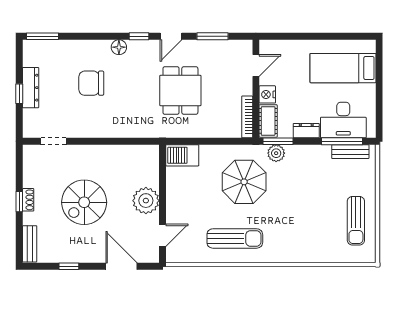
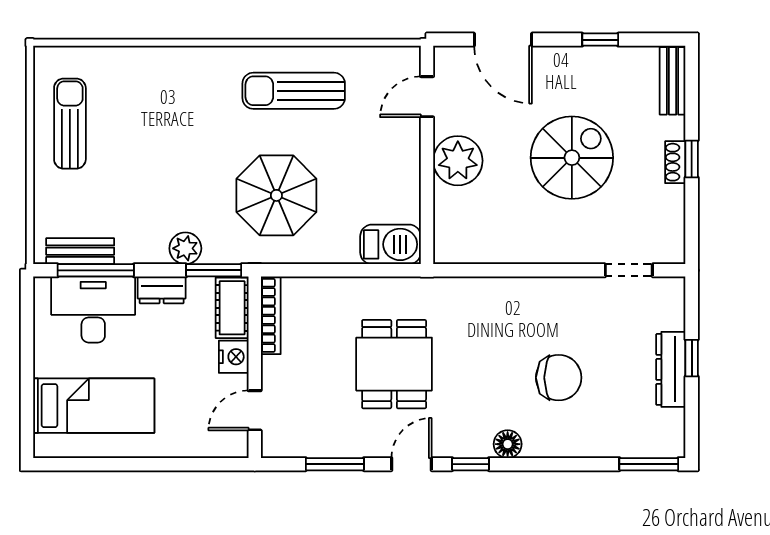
plant: (276, 153) -> (185, 248), moved

